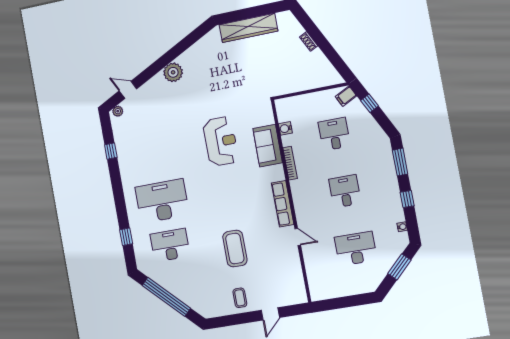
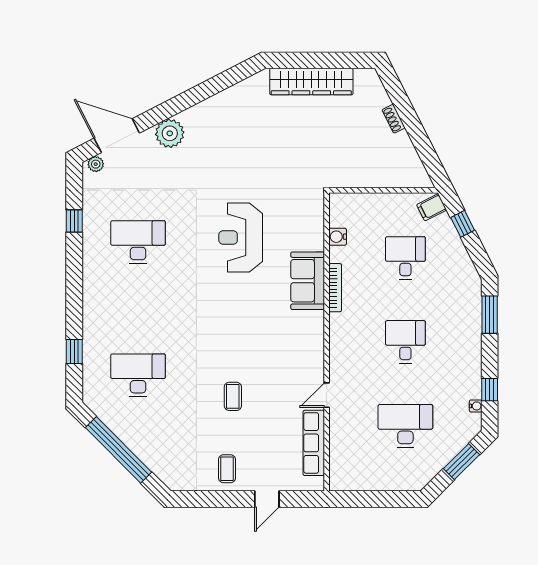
plant: (173, 72) -> (170, 133), moved
door: (128, 90) -> (117, 136), width x1.87
reception desk: (221, 141) -> (241, 238), turned 180
sofa: (268, 146) -> (308, 281), moved
window: (407, 199) -> (490, 390), moved
desk: (162, 201) -> (138, 242), moved, width x0.73, depth x0.77
row of seats: (283, 204) -> (314, 443), moved
door: (298, 237) -> (327, 395), swing flipped
coffee table: (235, 249) -> (233, 396), width x0.54, depth x0.58

